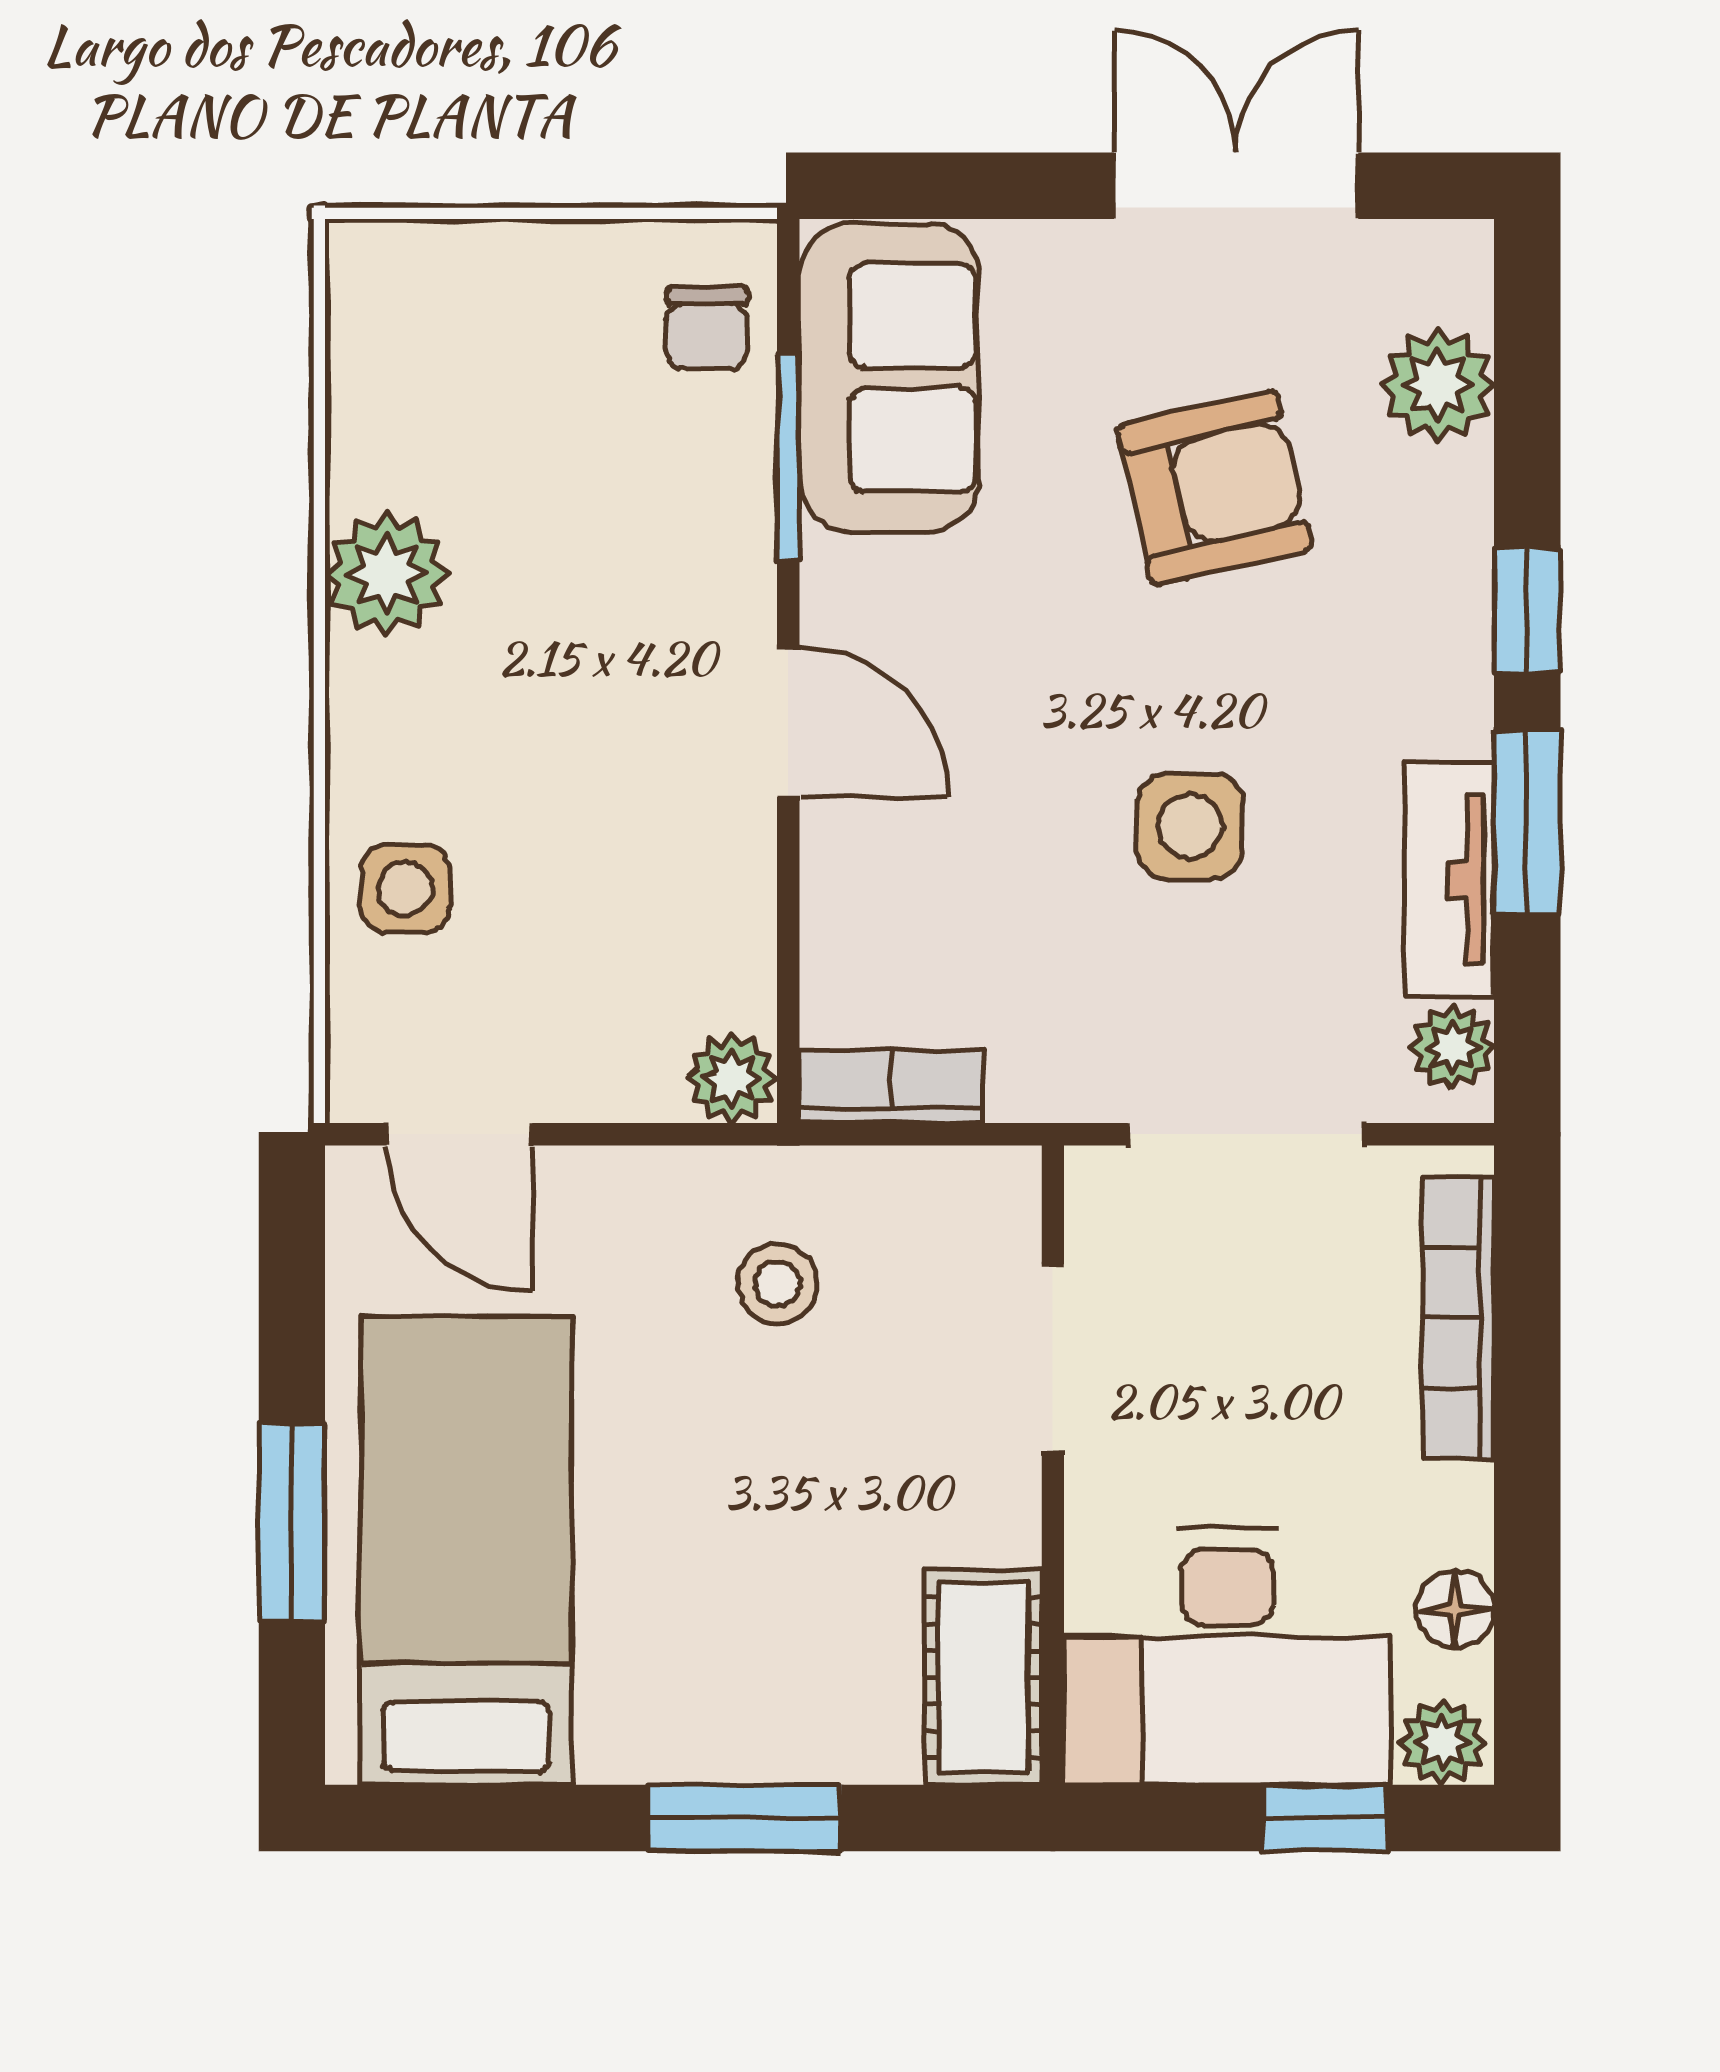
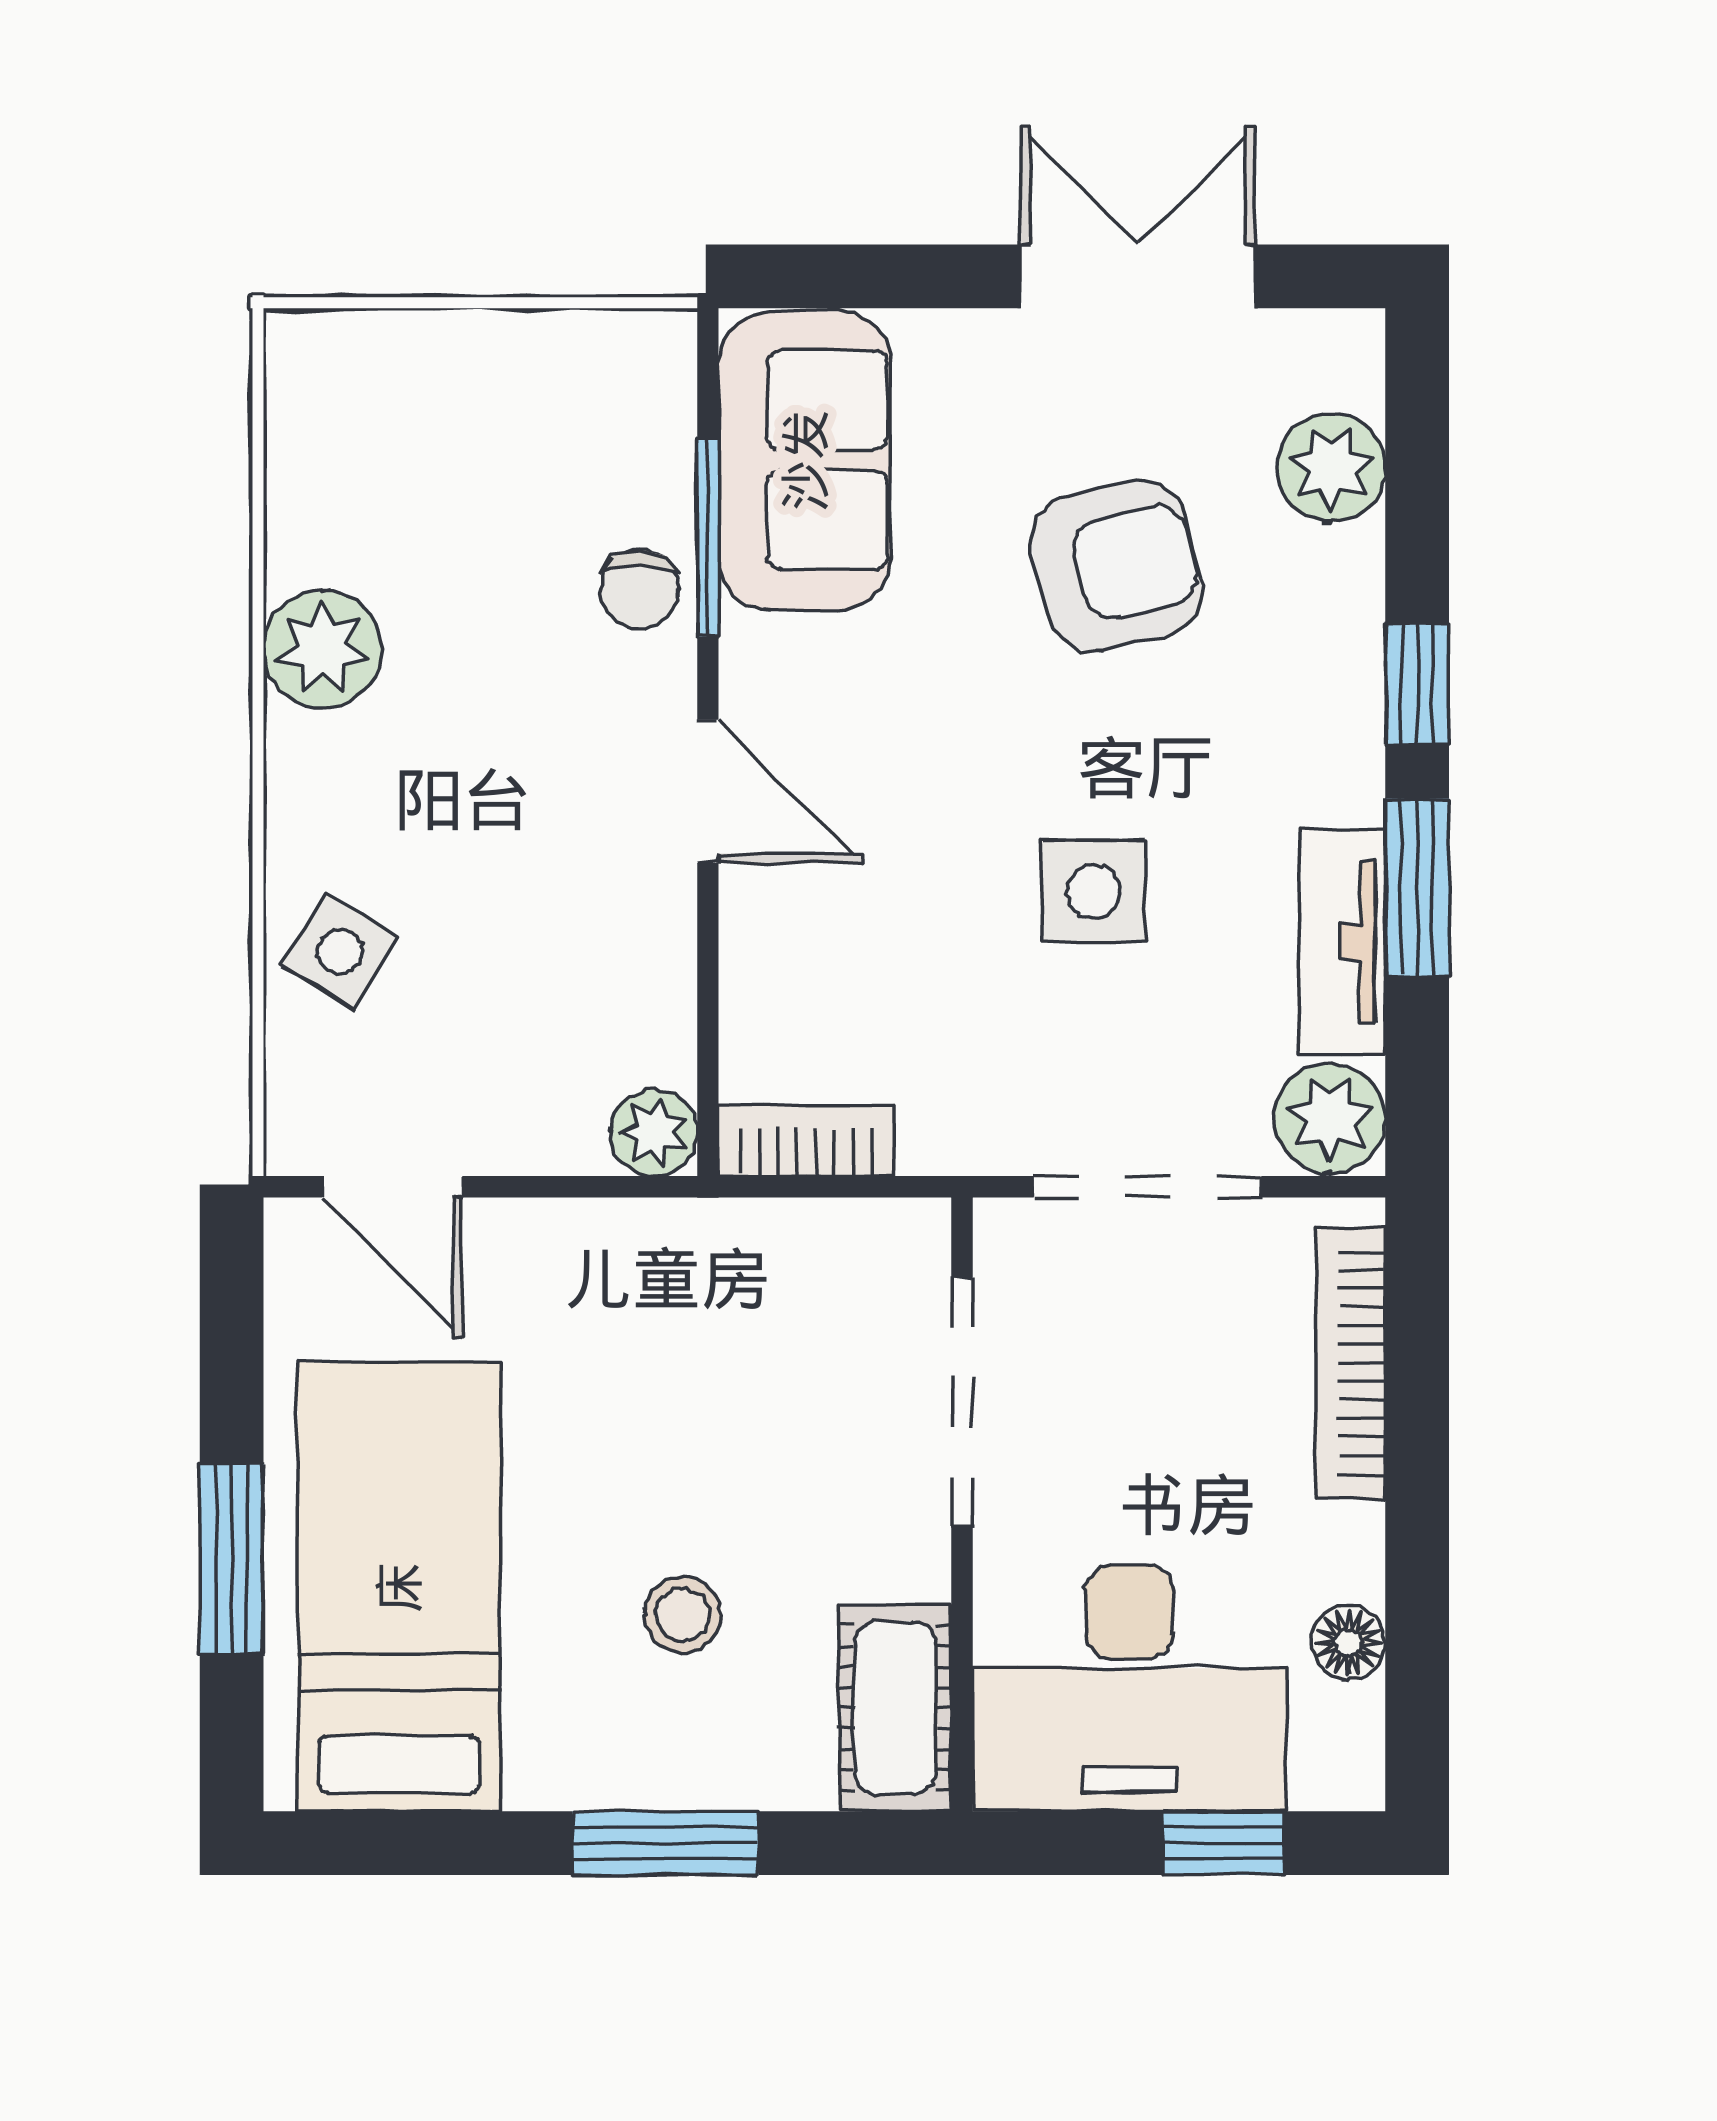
chair: (707, 329) -> (640, 589), moved
side table: (405, 889) -> (340, 951), turned 32
plant: (1452, 1047) -> (1330, 1118), width x1.38, depth x1.38
stool: (777, 1284) -> (683, 1615), moved
doorway: (1053, 1358) -> (962, 1402), width x1.38
plant: (1442, 1742) -> (1336, 1770), removed

